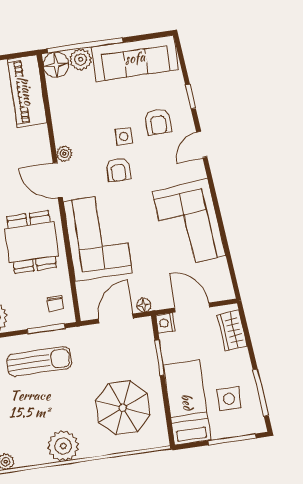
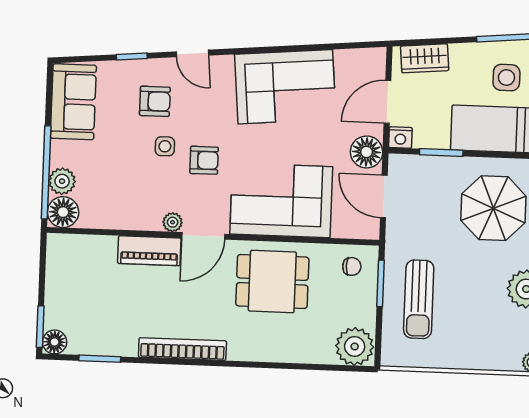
sofa: (135, 58) -> (73, 102), width x0.73
piano: (27, 91) -> (149, 251), moved, width x0.73, depth x0.75
floor lamp: (144, 305) -> (367, 152), width x1.89, depth x1.89
sun lounger: (39, 362) -> (419, 299), turned 180

